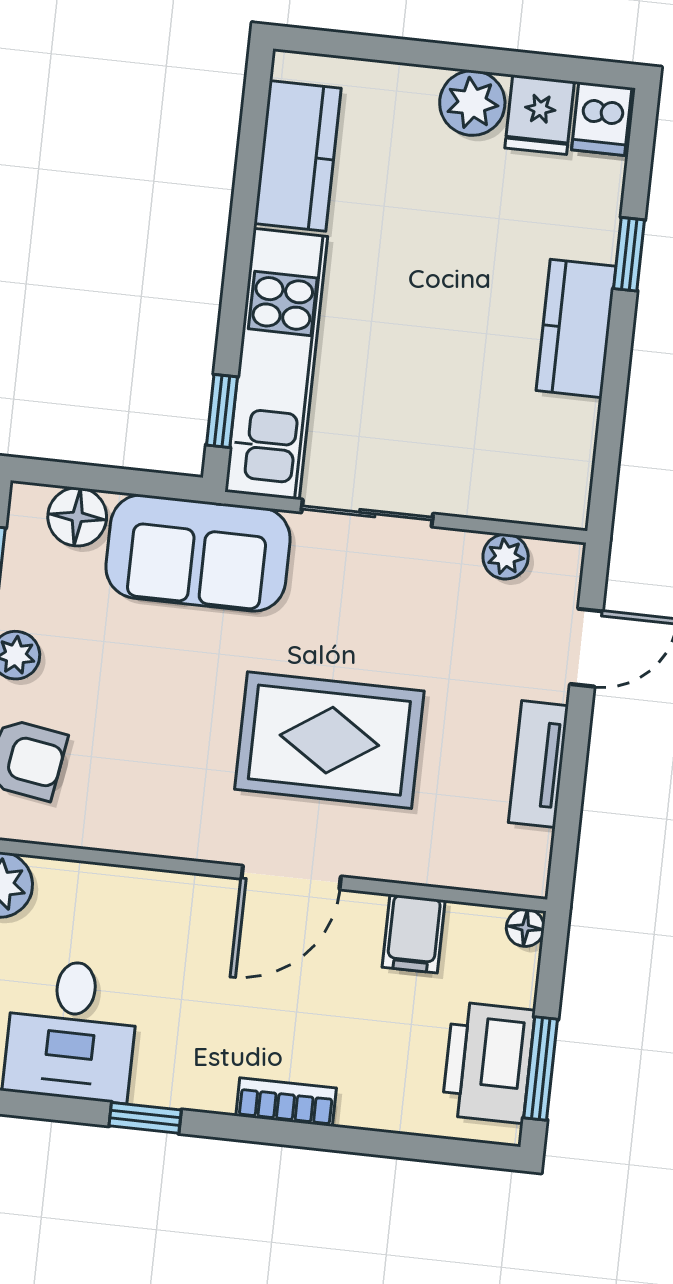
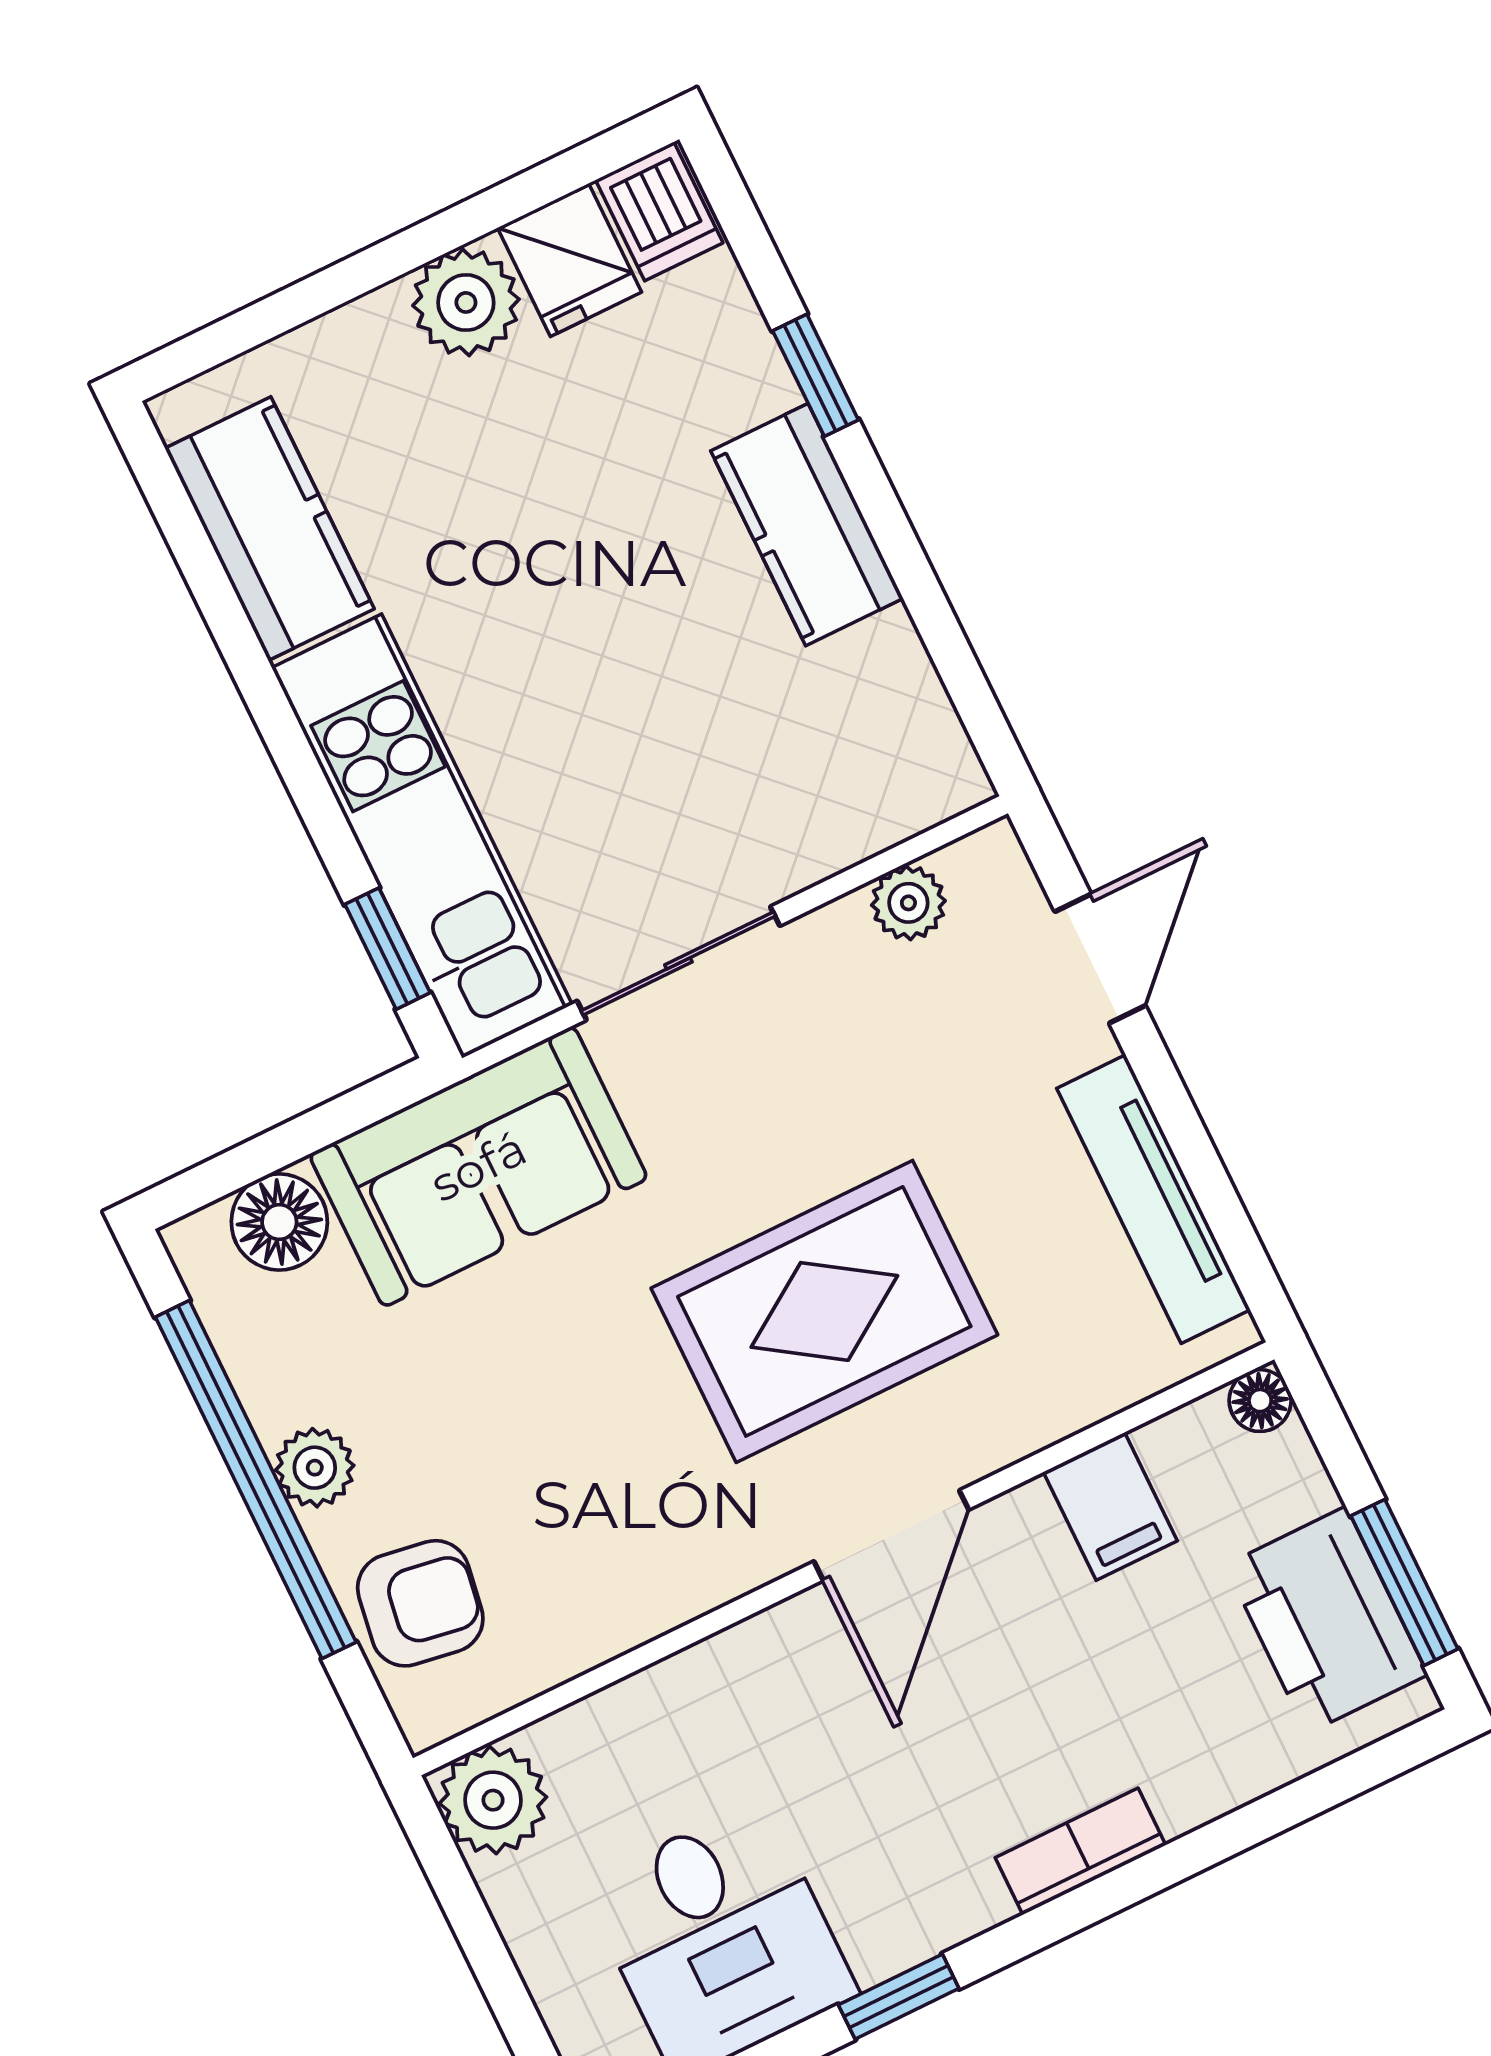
tv unit: (538, 764) -> (1153, 1199), width x1.41

